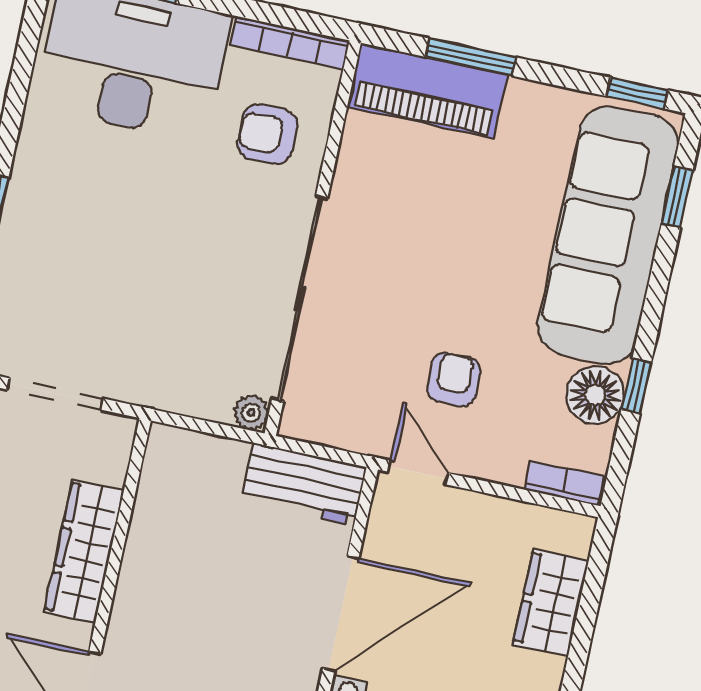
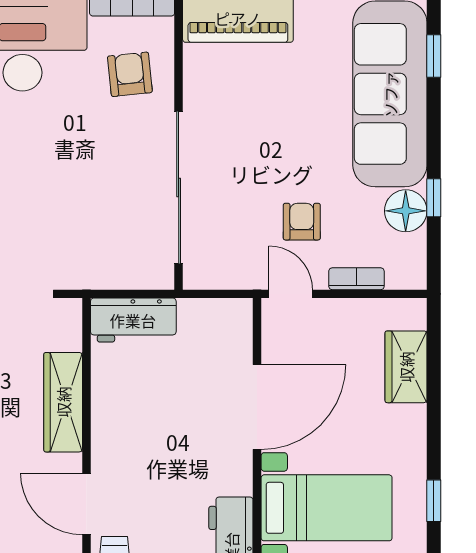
armchair: (267, 134) -> (130, 74), turned 84
plant: (251, 413) -> (162, 277), removed
bookcase: (564, 483) -> (356, 279), moved
workbench: (304, 484) -> (133, 320), moved

